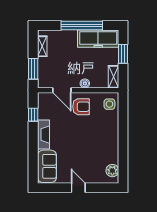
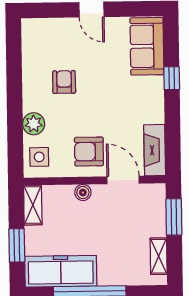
window: (33, 115) -> (172, 78), moved
fireplace: (43, 135) -> (155, 150), moved
armchair: (95, 147) -> (64, 82), added
plant: (112, 171) -> (34, 124), moved

